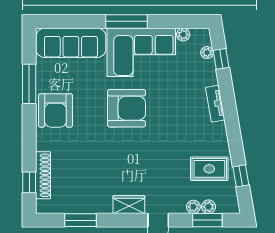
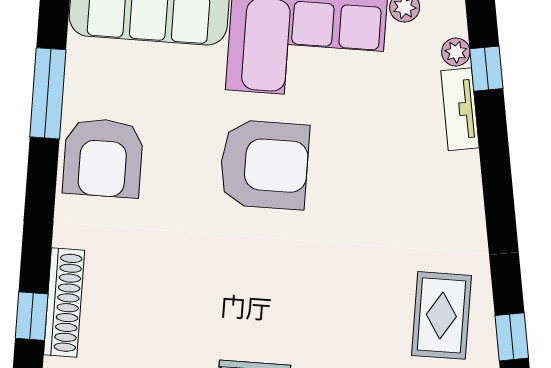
tv unit: (215, 104) -> (460, 109), moved
rug: (209, 169) -> (441, 315), turned 90

